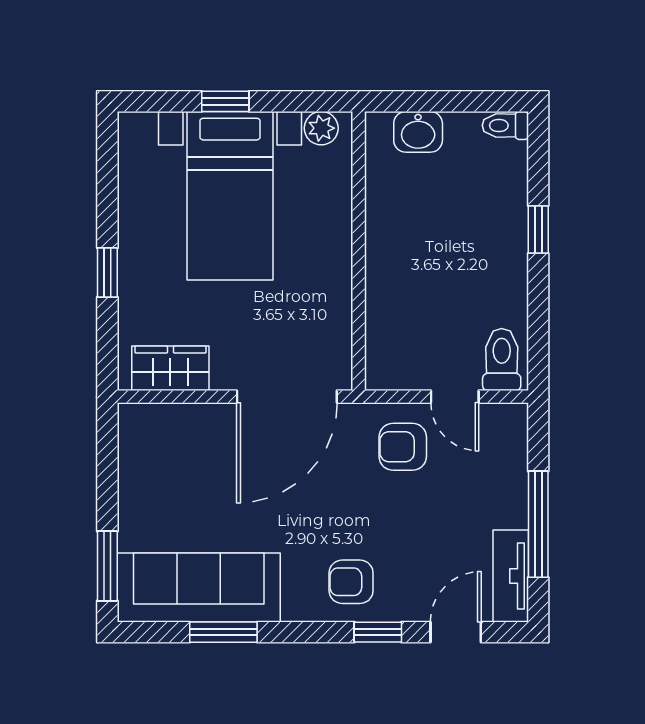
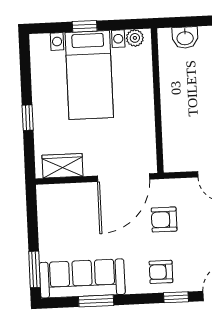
armchair: (403, 447) -> (164, 219), moved

